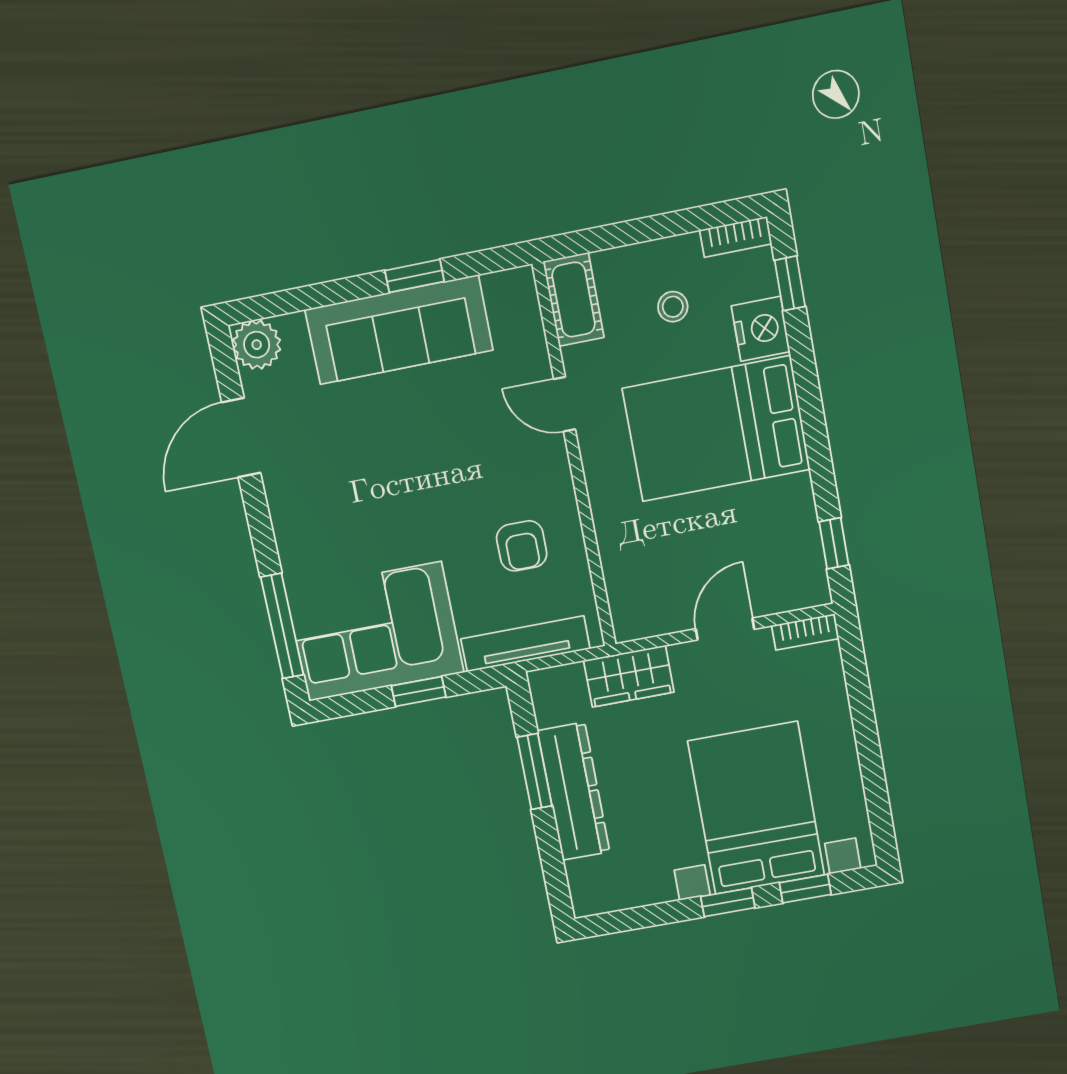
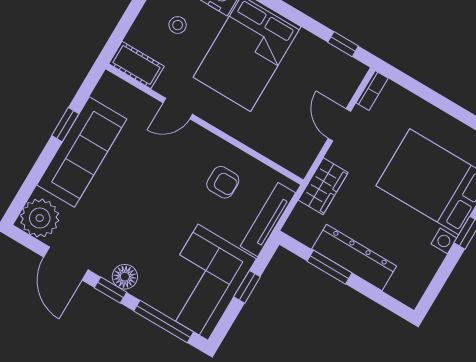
plant: (257, 345) -> (40, 218), width x1.36, depth x1.36
window: (260, 525) -> (111, 290), added
floor lamp: (293, 528) -> (125, 277), added

